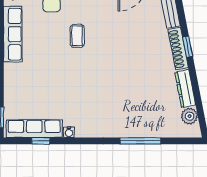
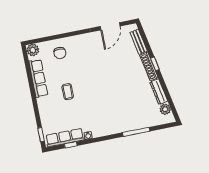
coffee table: (77, 36) -> (68, 92), moved

